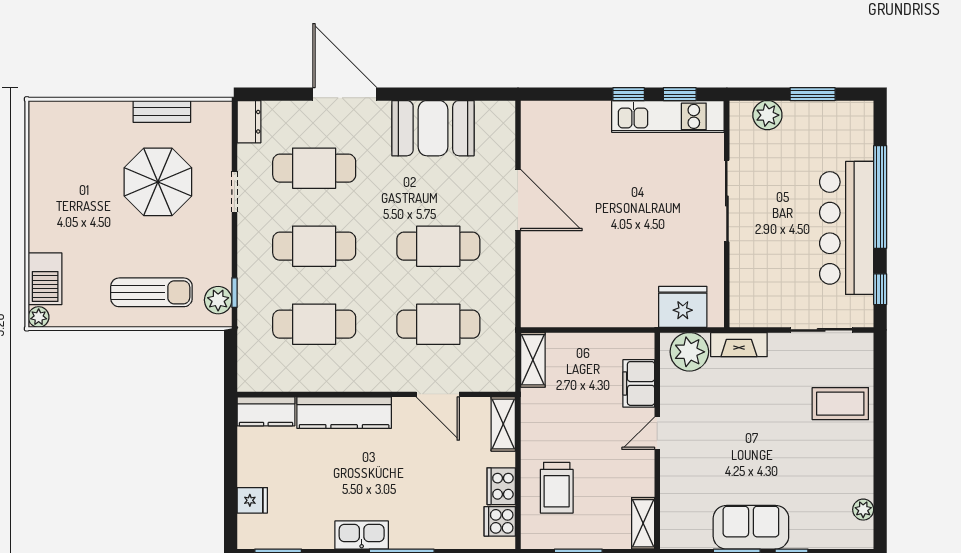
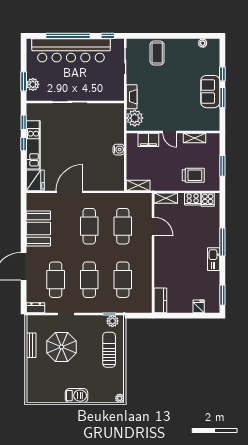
window: (813, 94) -> (24, 81), moved
kitchen unit: (668, 116) -> (33, 145), moved
bar counter: (847, 228) -> (71, 50), width x1.36
barbecue: (45, 279) -> (77, 396), moved
fridge: (683, 307) -> (35, 180), moved, turned 180
water cooler: (616, 315) -> (119, 150), added
door: (438, 394) -> (153, 226), hinge flipped
kitchen counter: (344, 413) -> (161, 267), removed
shelving: (643, 523) -> (194, 138), moved

